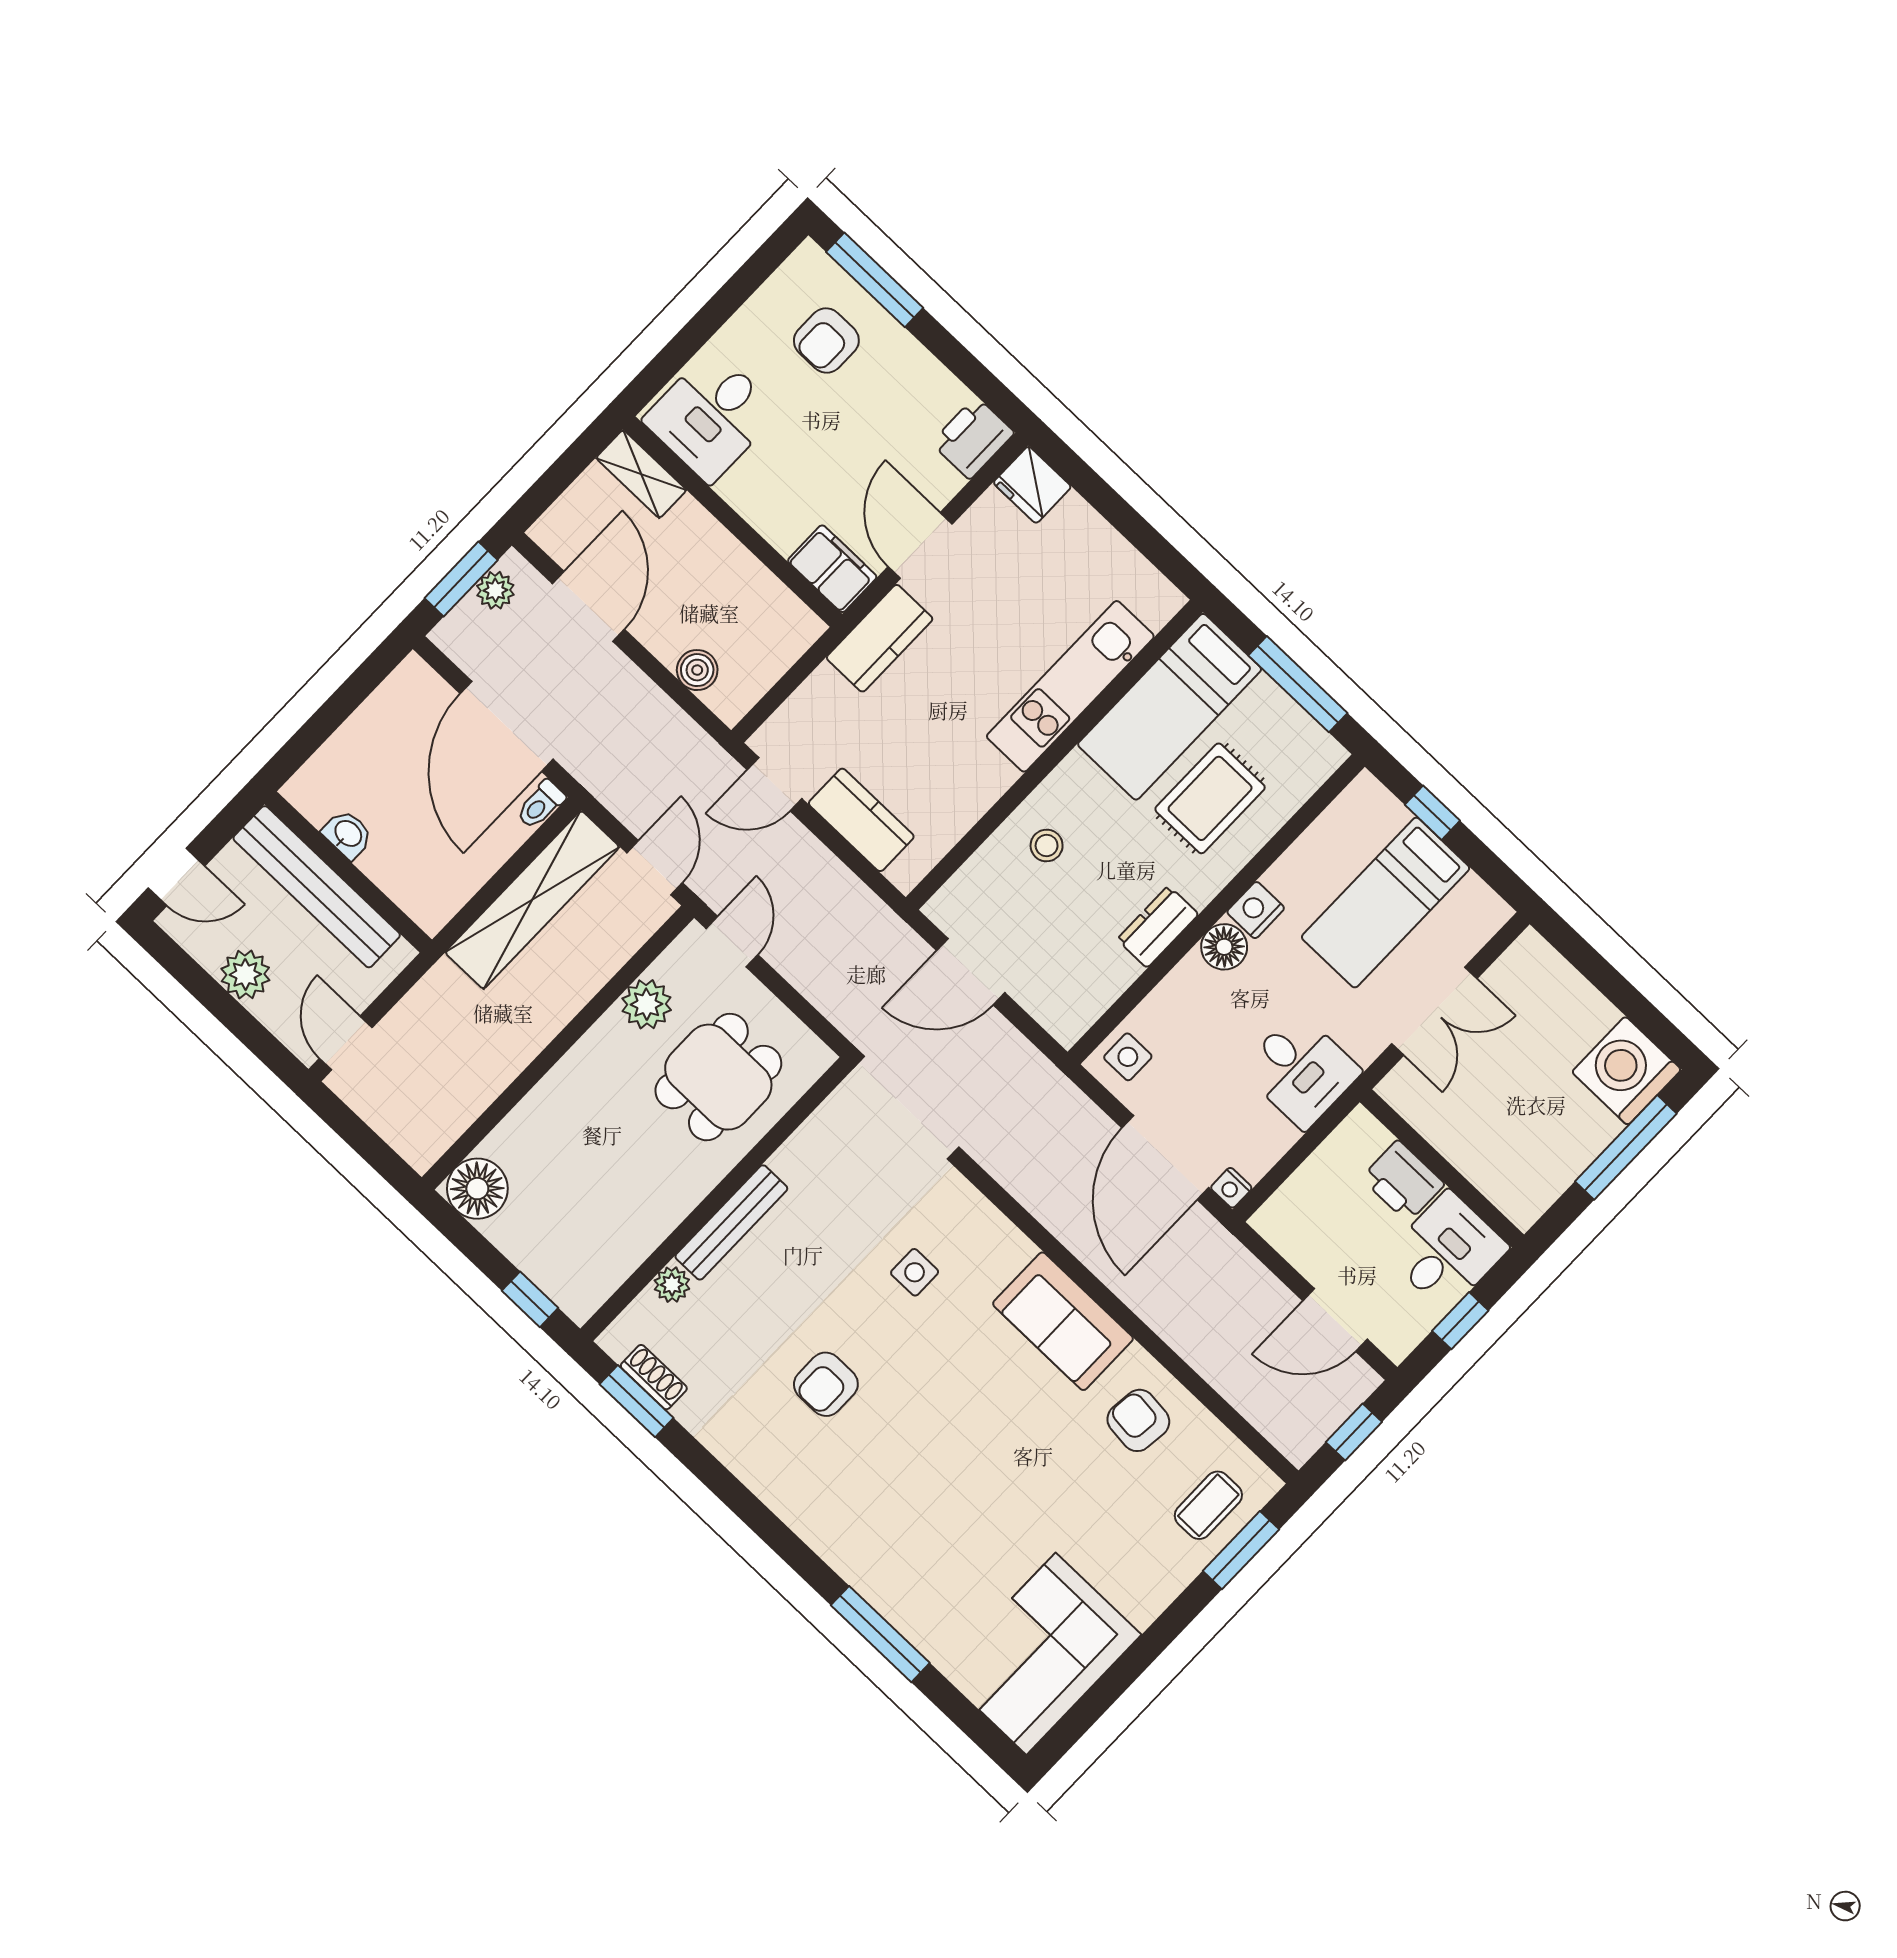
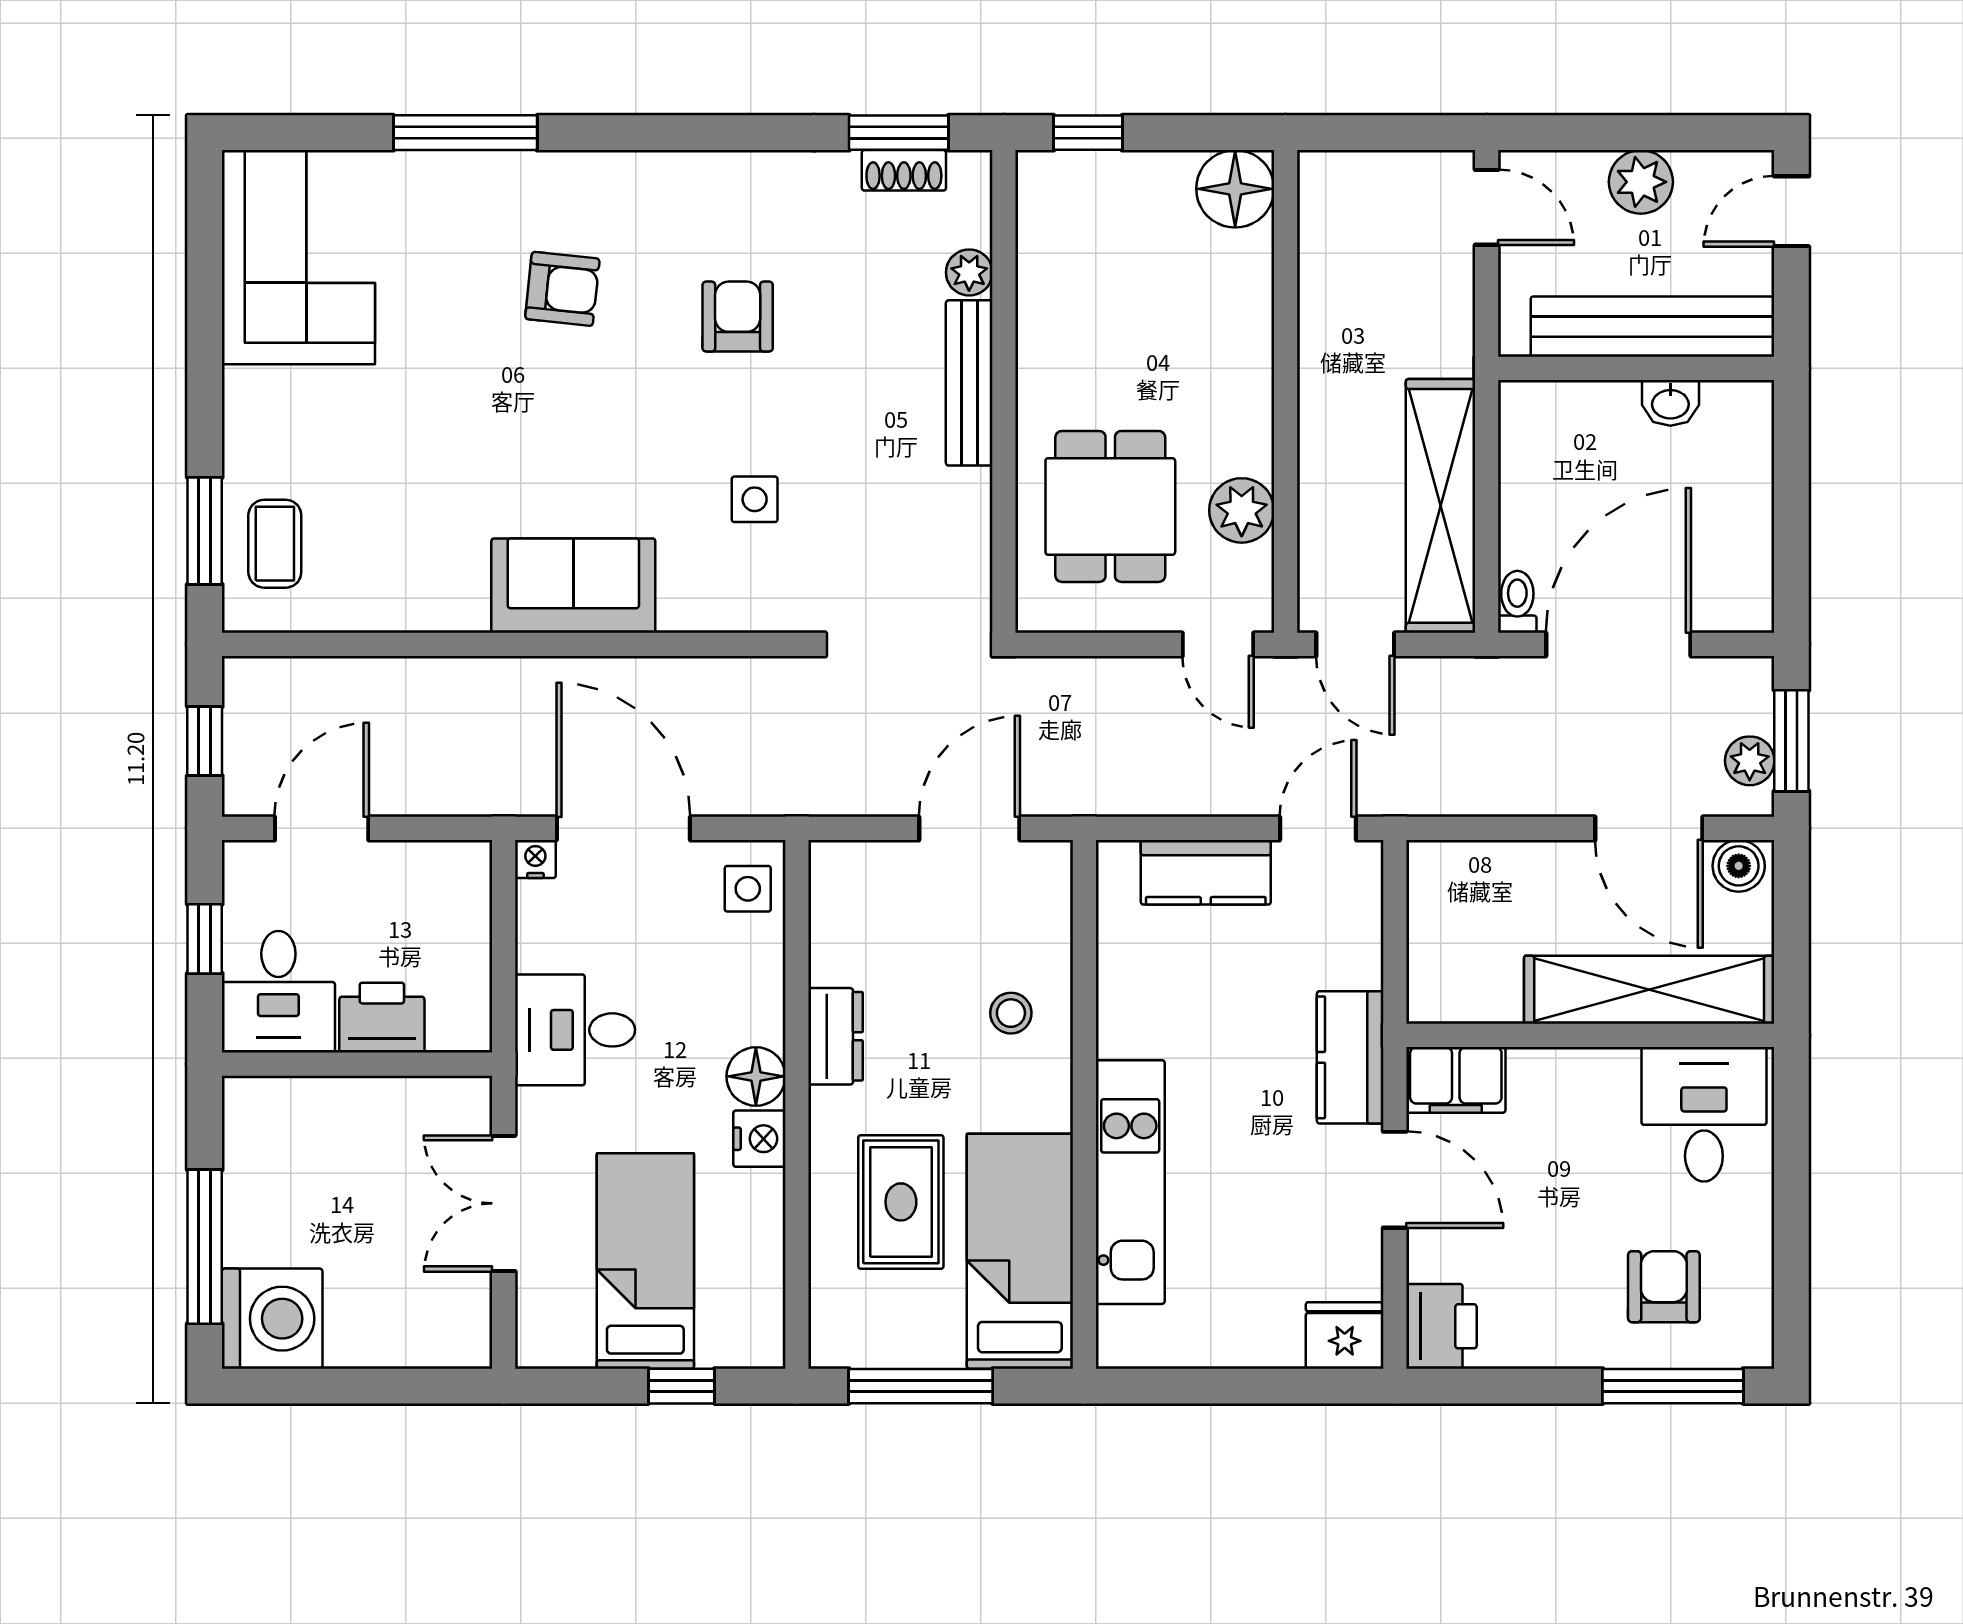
shelving: (641, 474) -> (1649, 990), width x2.20, depth x1.33
boiler: (697, 670) -> (1739, 866), moved
door: (507, 726) -> (1618, 644), hinge flipped
armchair: (1138, 1420) -> (562, 289), moved

